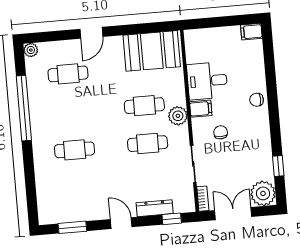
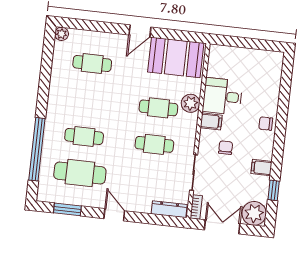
filing cabinet: (251, 32) -> (262, 168), moved
door: (91, 33) -> (140, 31), moved
window: (24, 108) -> (37, 149), moved
plant: (178, 116) -> (191, 103), moved
cafe table: (78, 188) -> (80, 173), added
dresser: (155, 208) -> (169, 209), moved
window: (172, 219) -> (163, 220), removed

